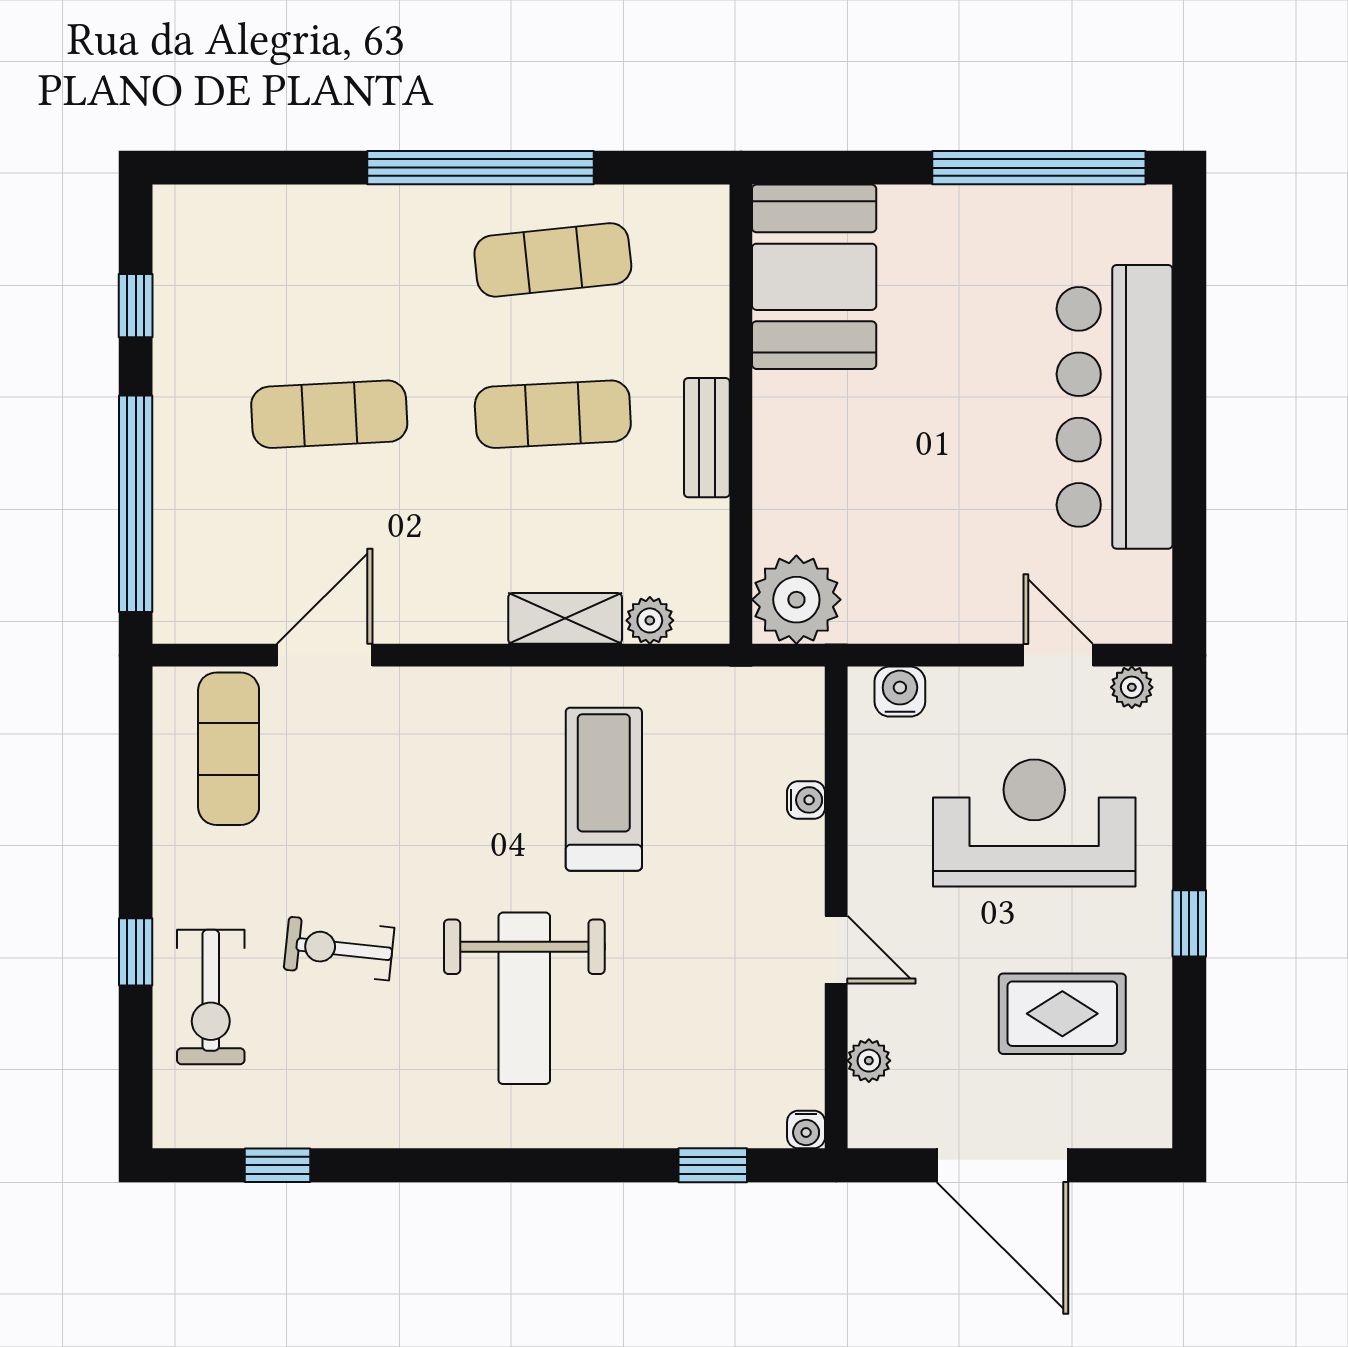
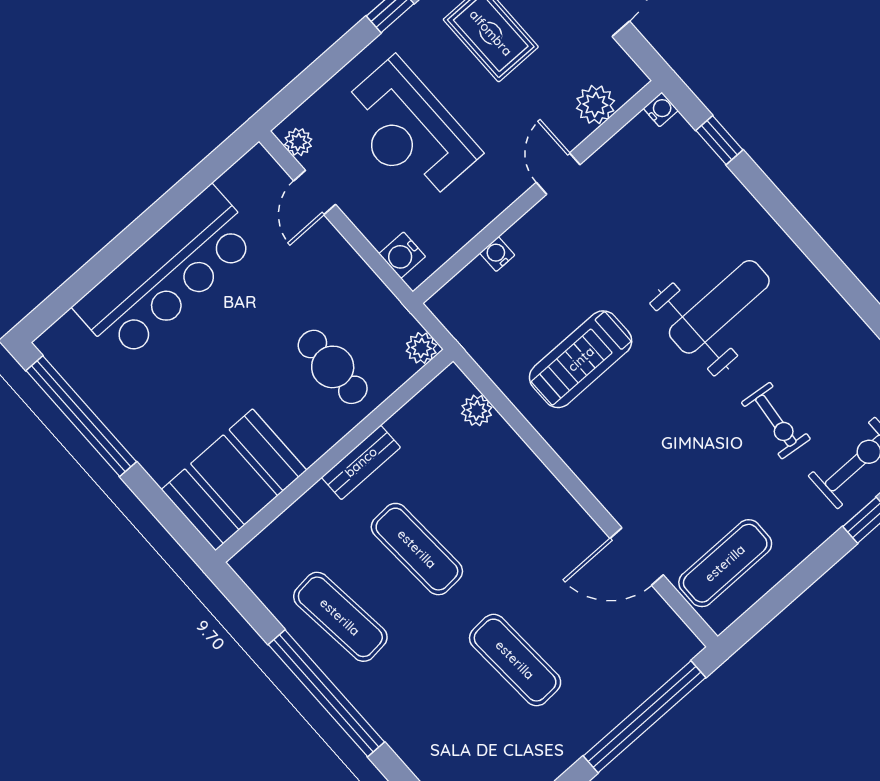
cafe table: (843, 501) -> (333, 367), added
plant: (796, 600) -> (421, 348), width x0.53, depth x0.53
shelving: (565, 618) -> (513, 453), removed
plant: (869, 1061) -> (595, 105), width x1.38, depth x1.38

